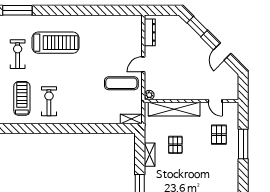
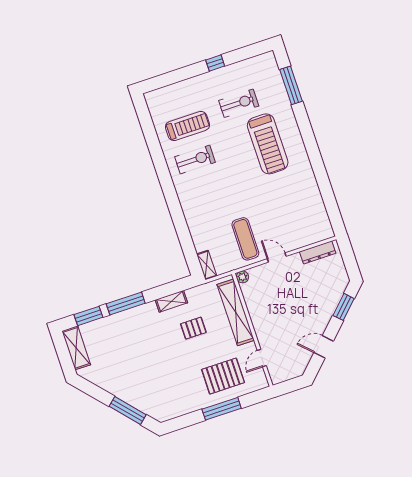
pallet: (219, 135) -> (223, 376), width x1.50, depth x1.42

